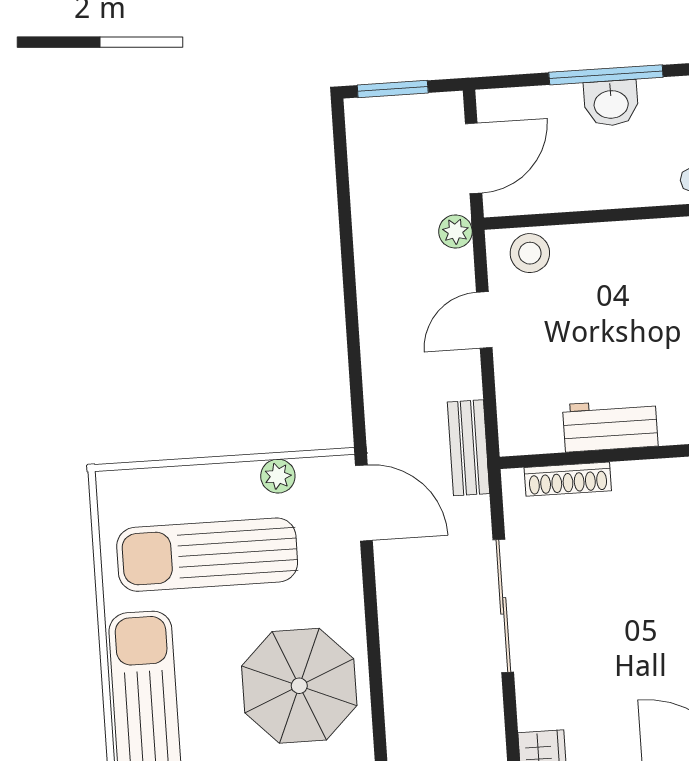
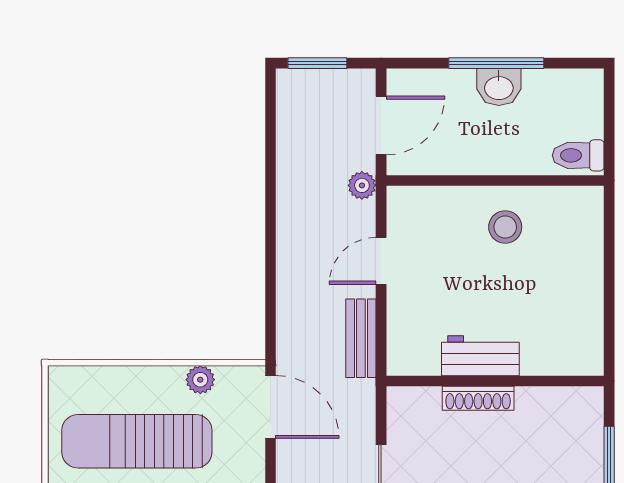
stool: (530, 253) -> (505, 227), moved
bench: (469, 448) -> (361, 338), moved
shoe rack: (568, 479) -> (478, 398), moved

